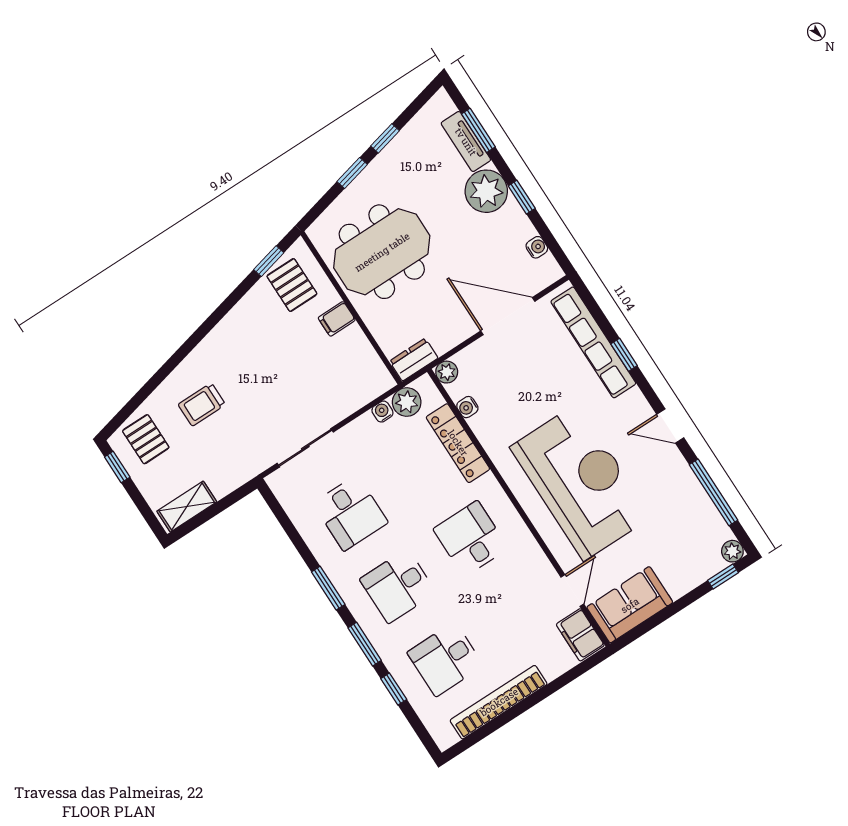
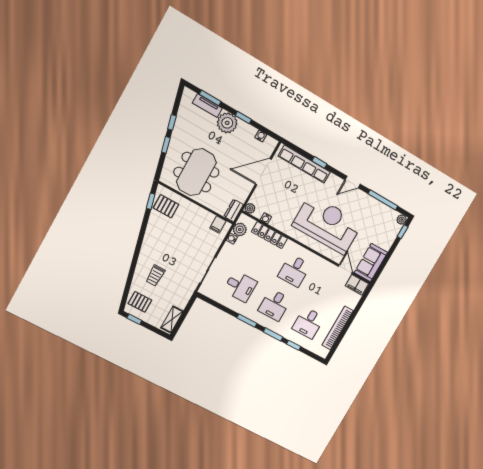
filing cabinet: (337, 319) -> (218, 225), moved
desk: (471, 539) -> (294, 271), turned -90

